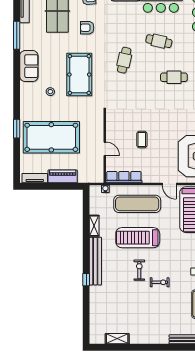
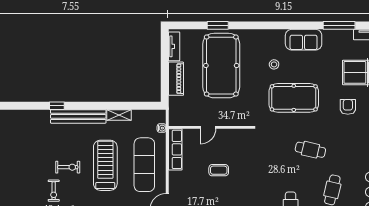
window: (17, 129) -> (218, 25), moved

